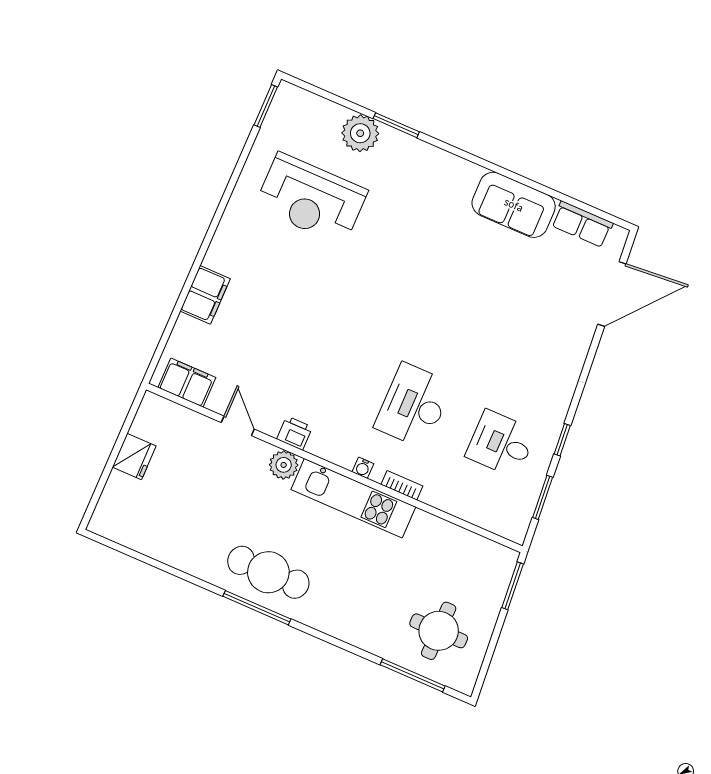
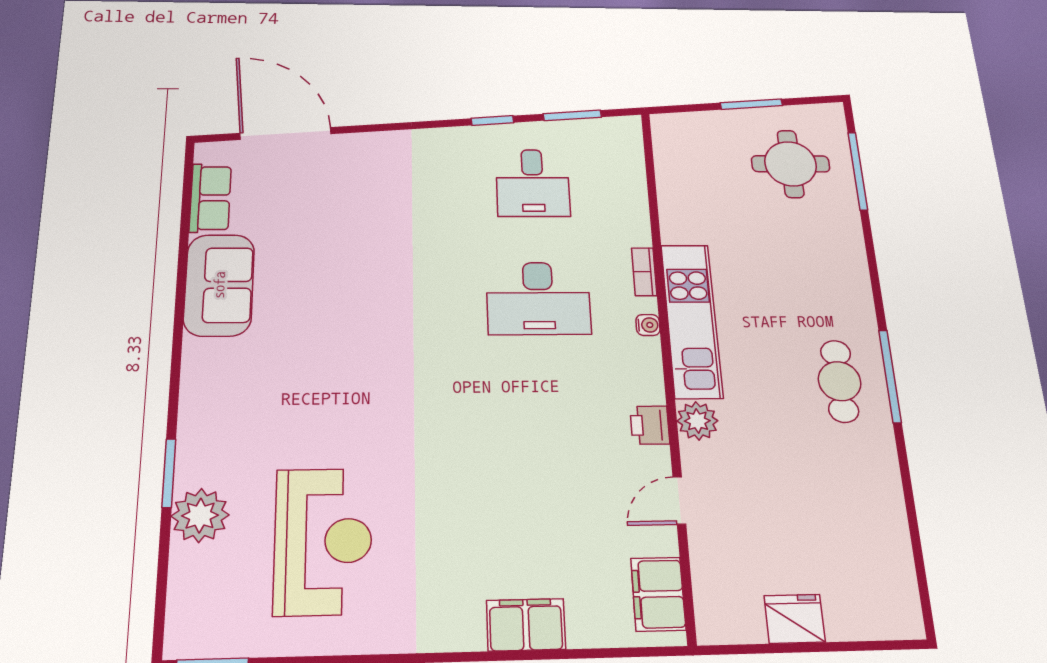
cafe table: (268, 572) -> (840, 381), width x0.73, depth x0.74
window: (513, 586) -> (751, 104), moved

